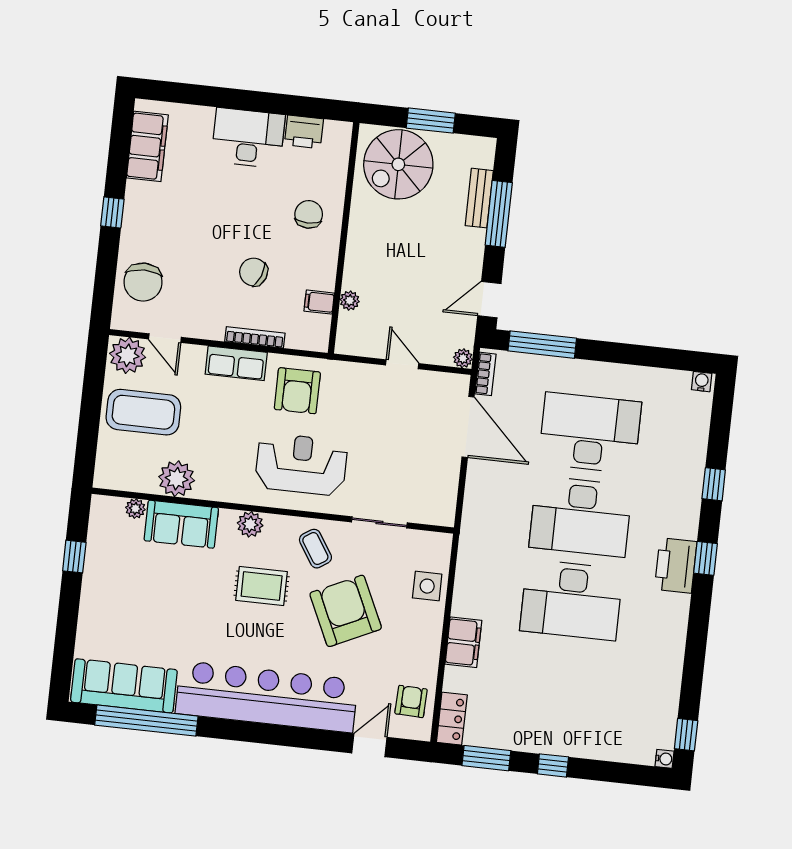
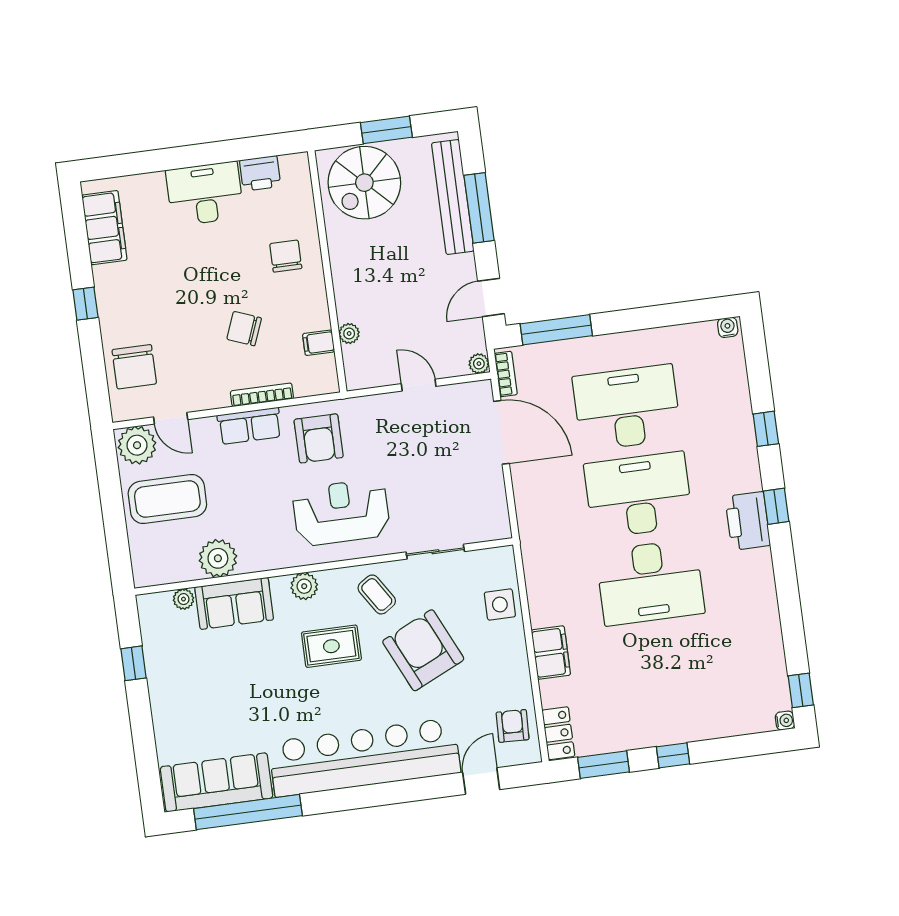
bench: (479, 198) -> (453, 197), width x1.86, depth x1.21
desk: (581, 516) -> (639, 495), turned 180

